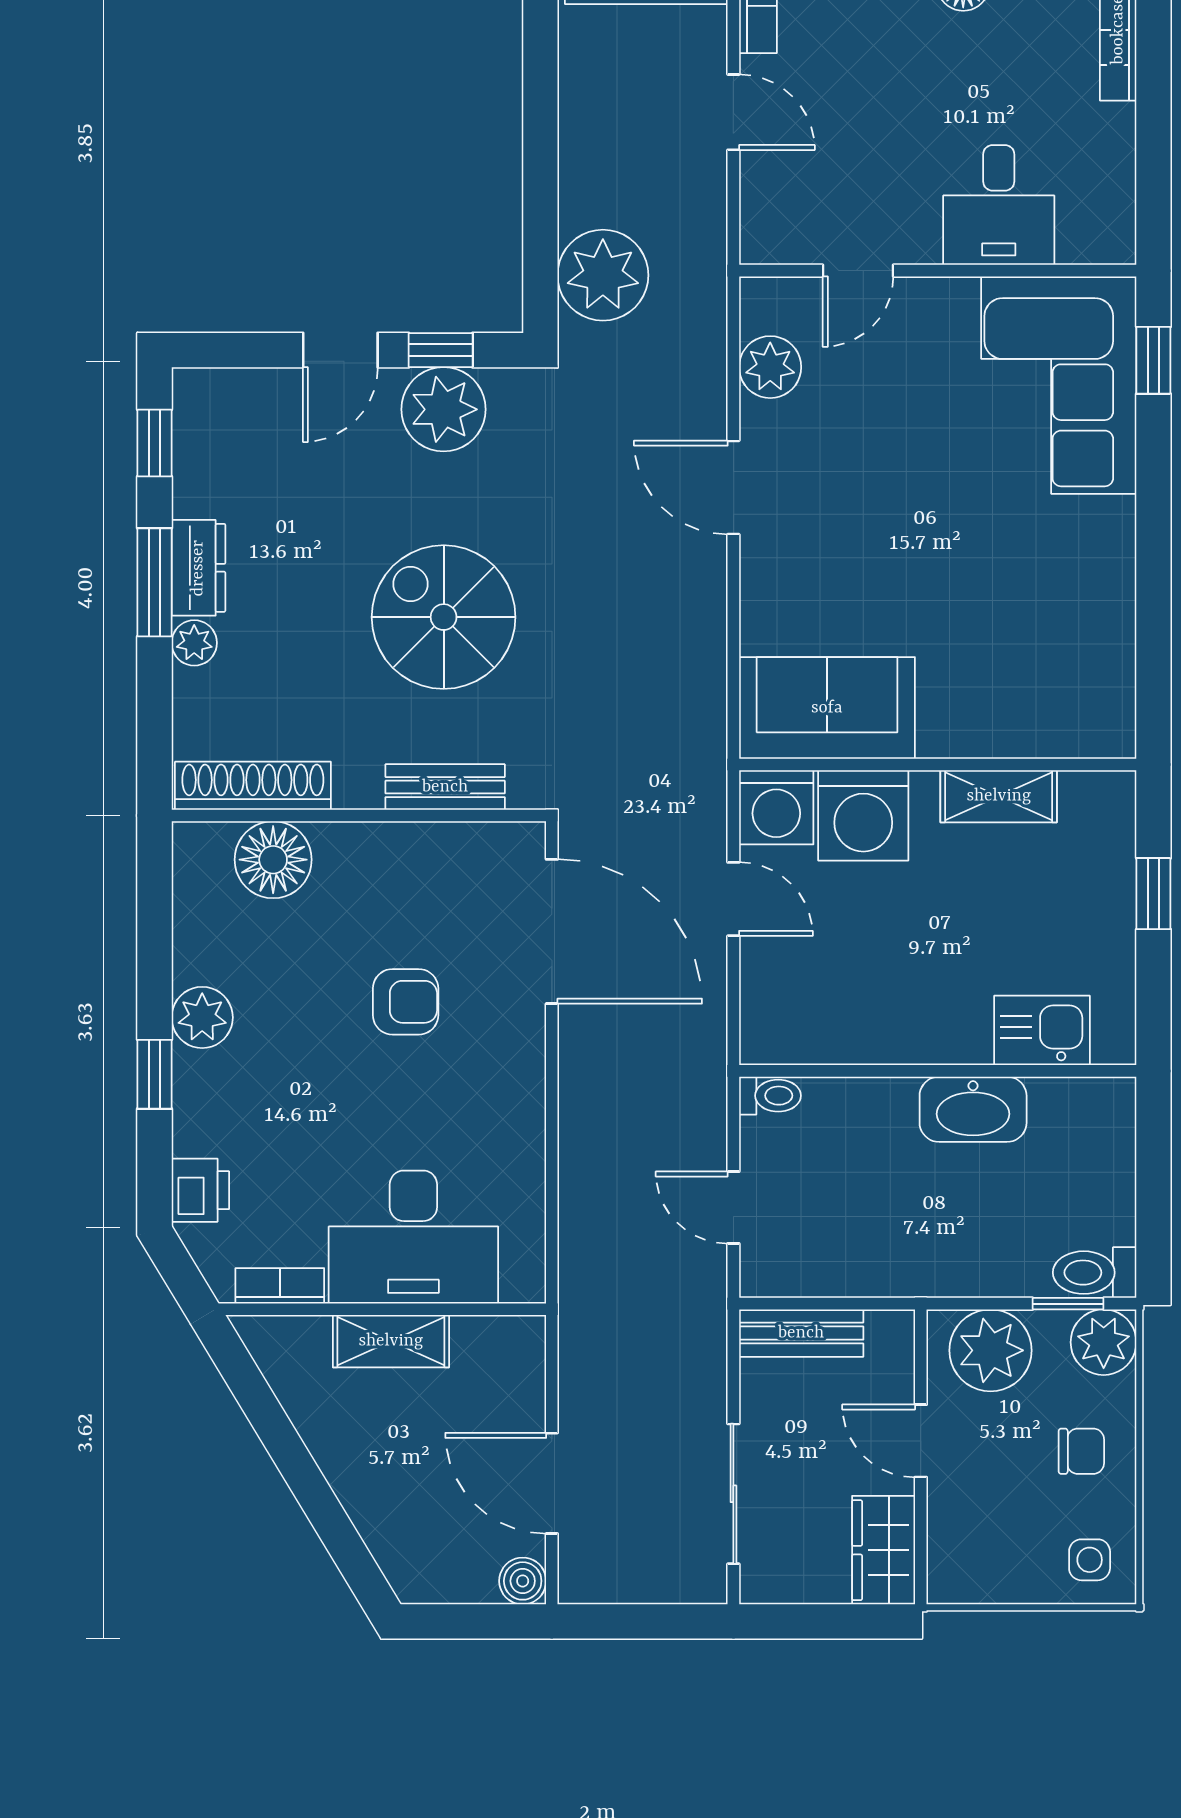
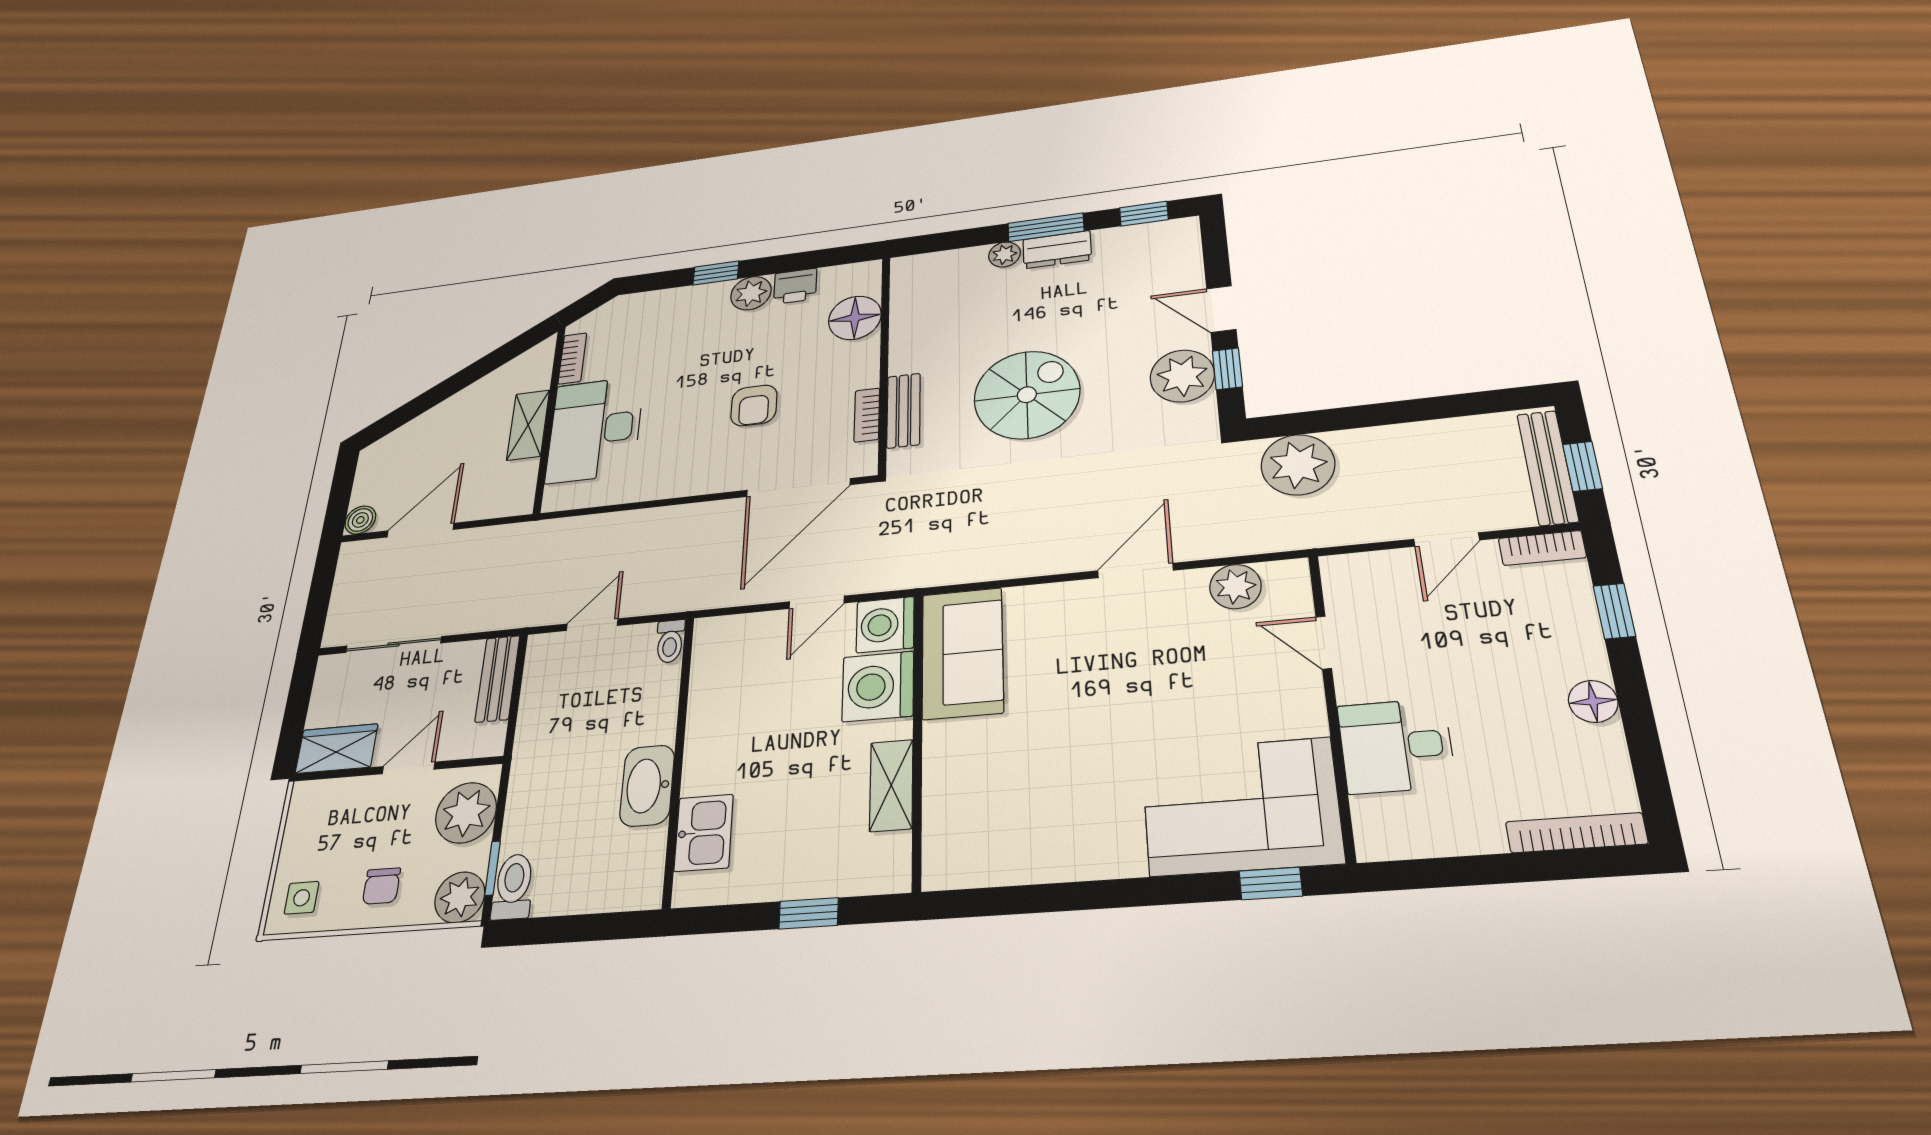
shoe rack: (253, 786) -> (906, 300), removed
bookcase: (445, 838) -> (867, 415), added
printer: (200, 1190) -> (795, 286), moved

